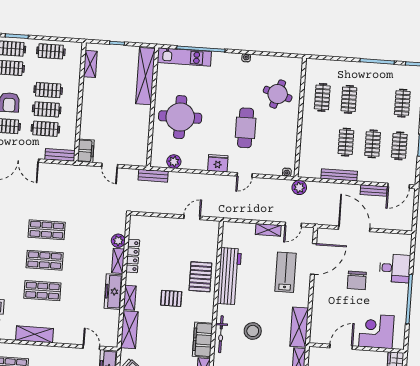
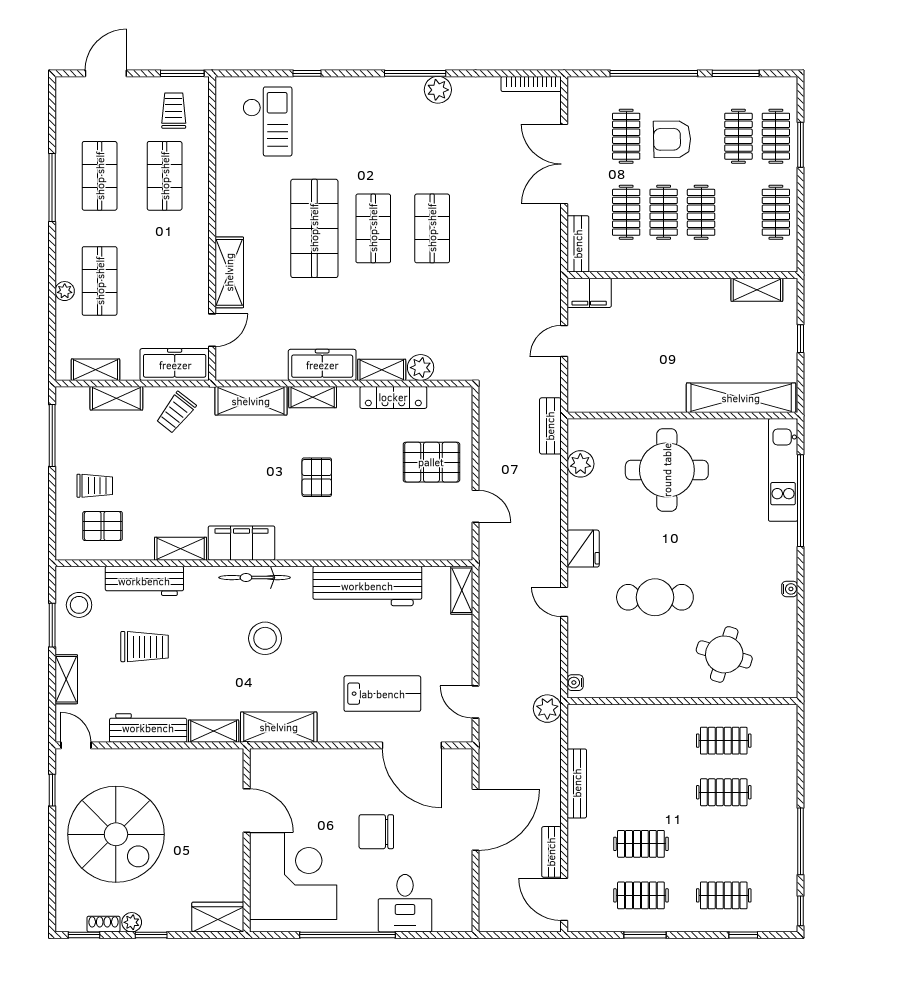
clothes rail: (346, 142) -> (641, 792), removed
shelving: (268, 230) -> (462, 590), moved
pallet: (200, 277) -> (431, 462), moved
shop shelf: (42, 291) -> (314, 228), width x1.43, depth x1.36
corner desk: (376, 331) -> (293, 876), width x1.36, depth x1.36
shelving: (35, 334) -> (229, 272), moved

